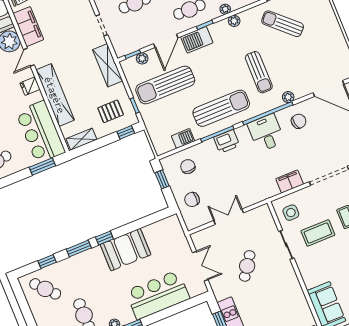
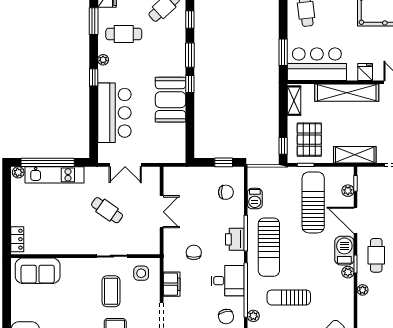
plant: (234, 21) -> (348, 272), moved
pallet: (111, 111) -> (309, 140), width x1.50, depth x1.42
chair: (192, 199) -> (194, 252), moved

